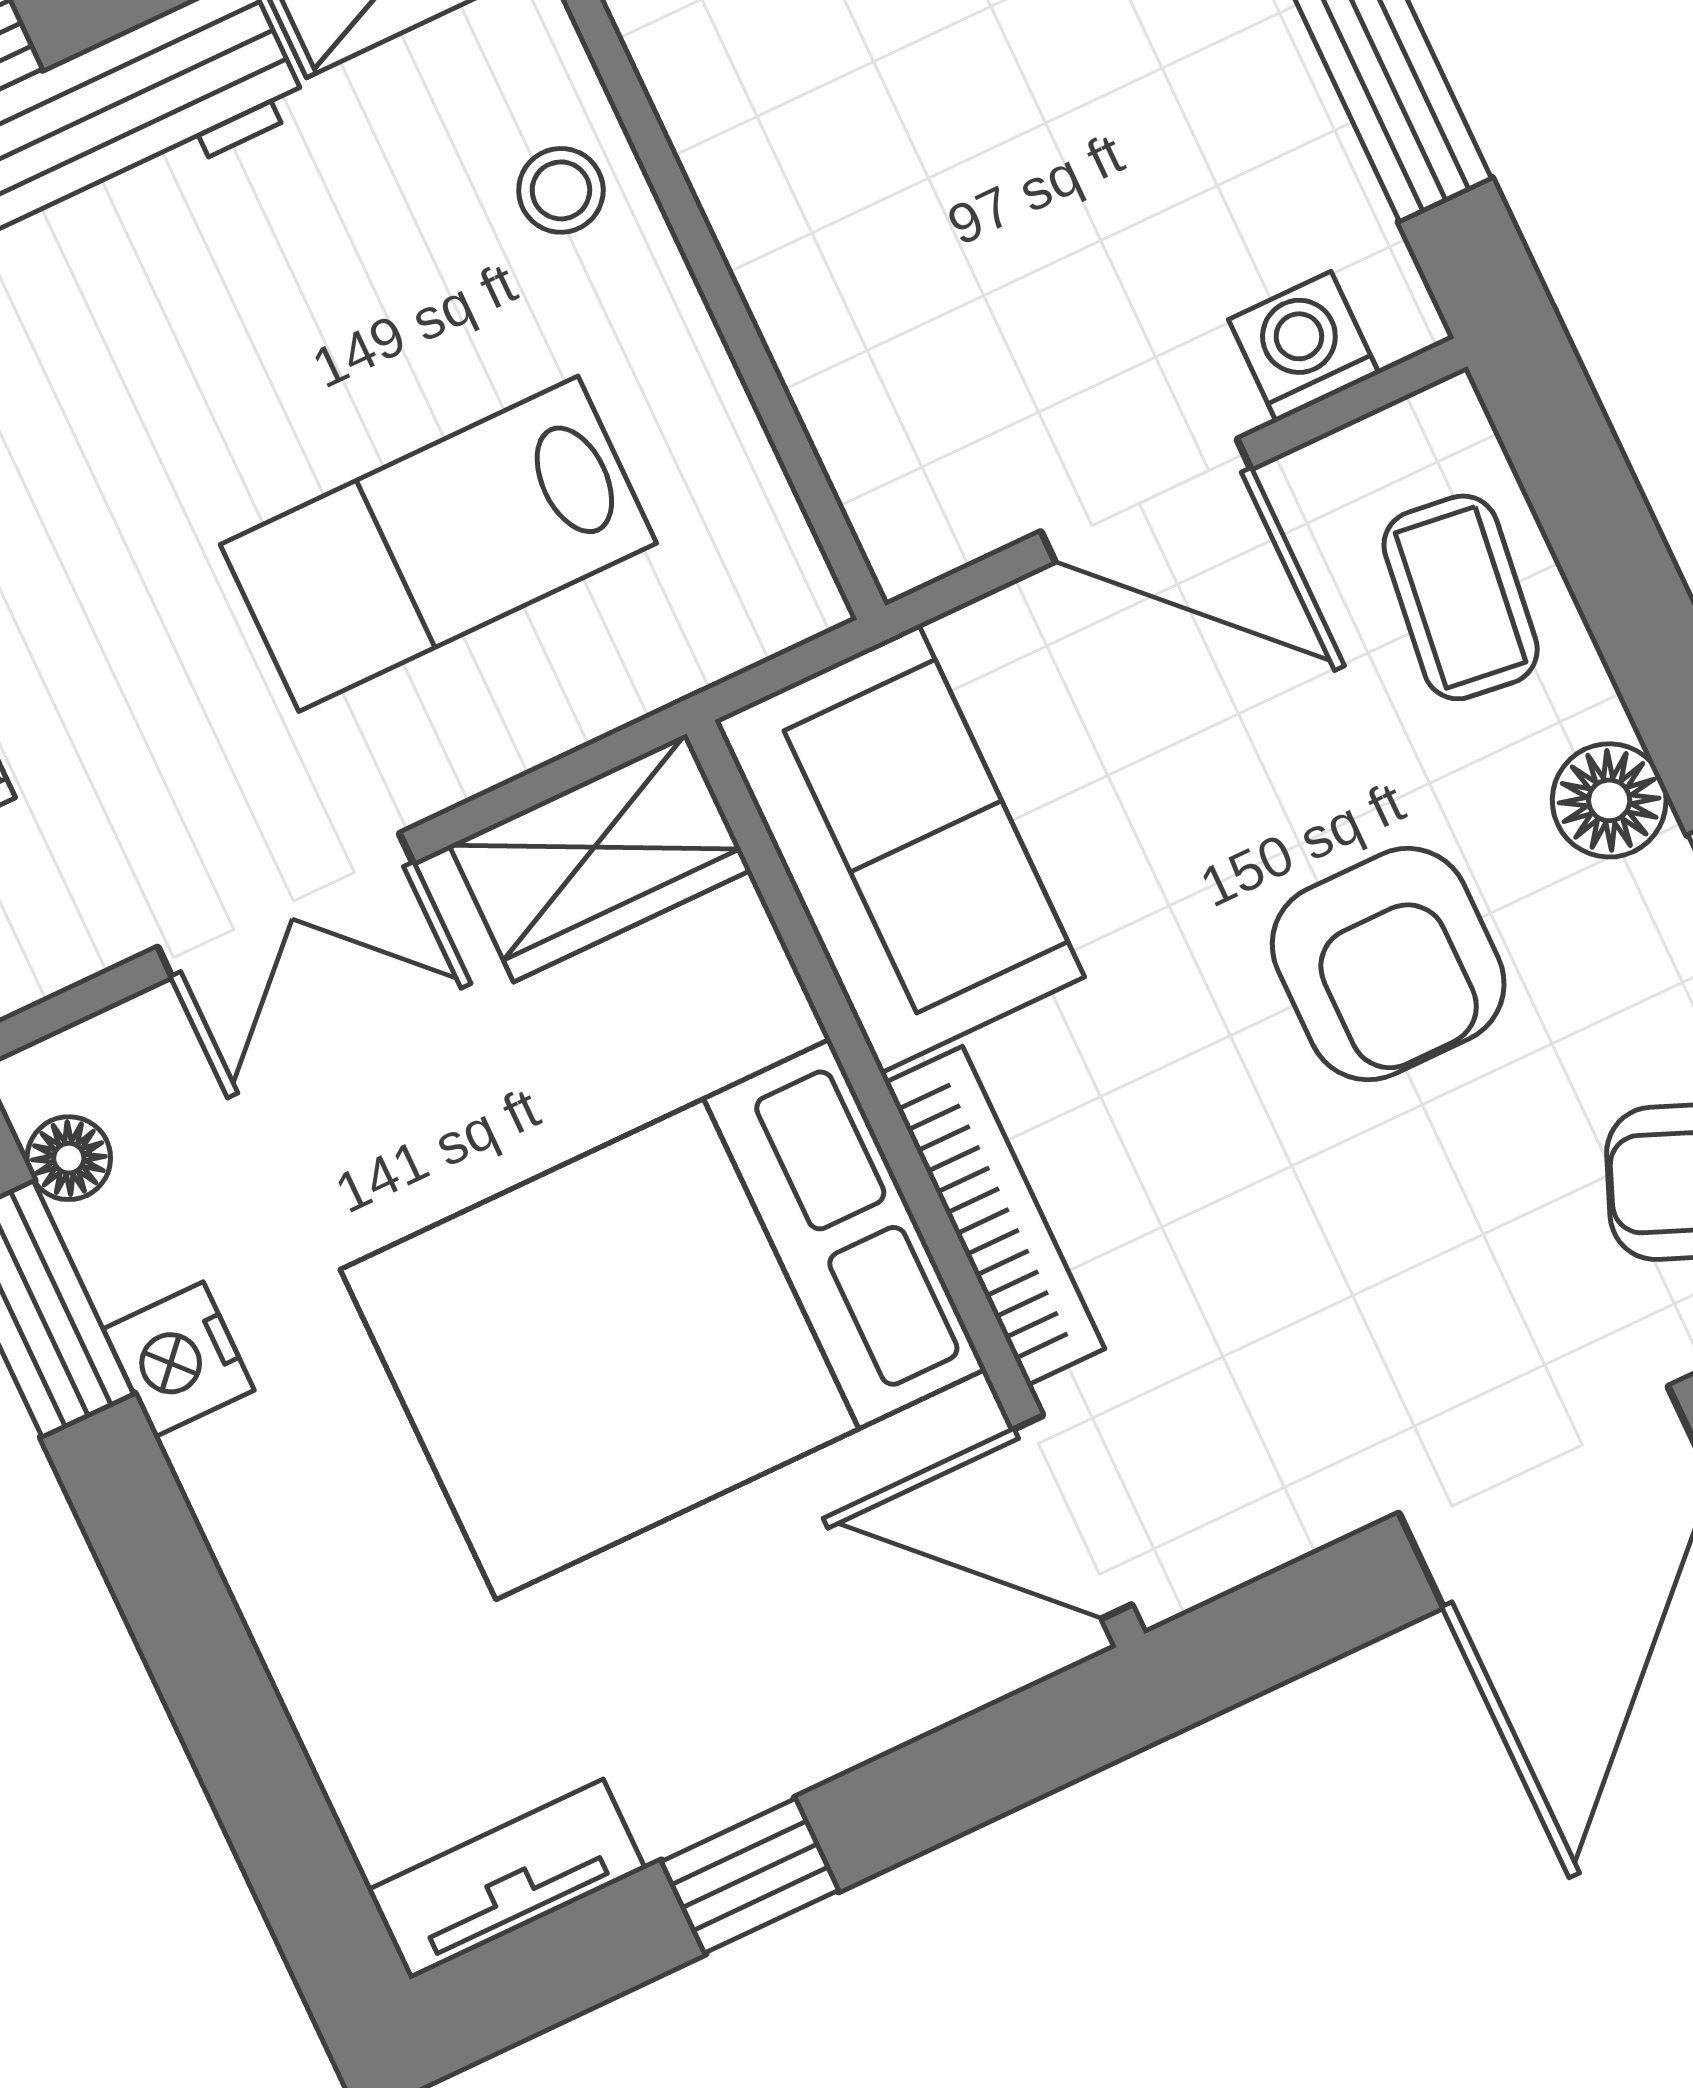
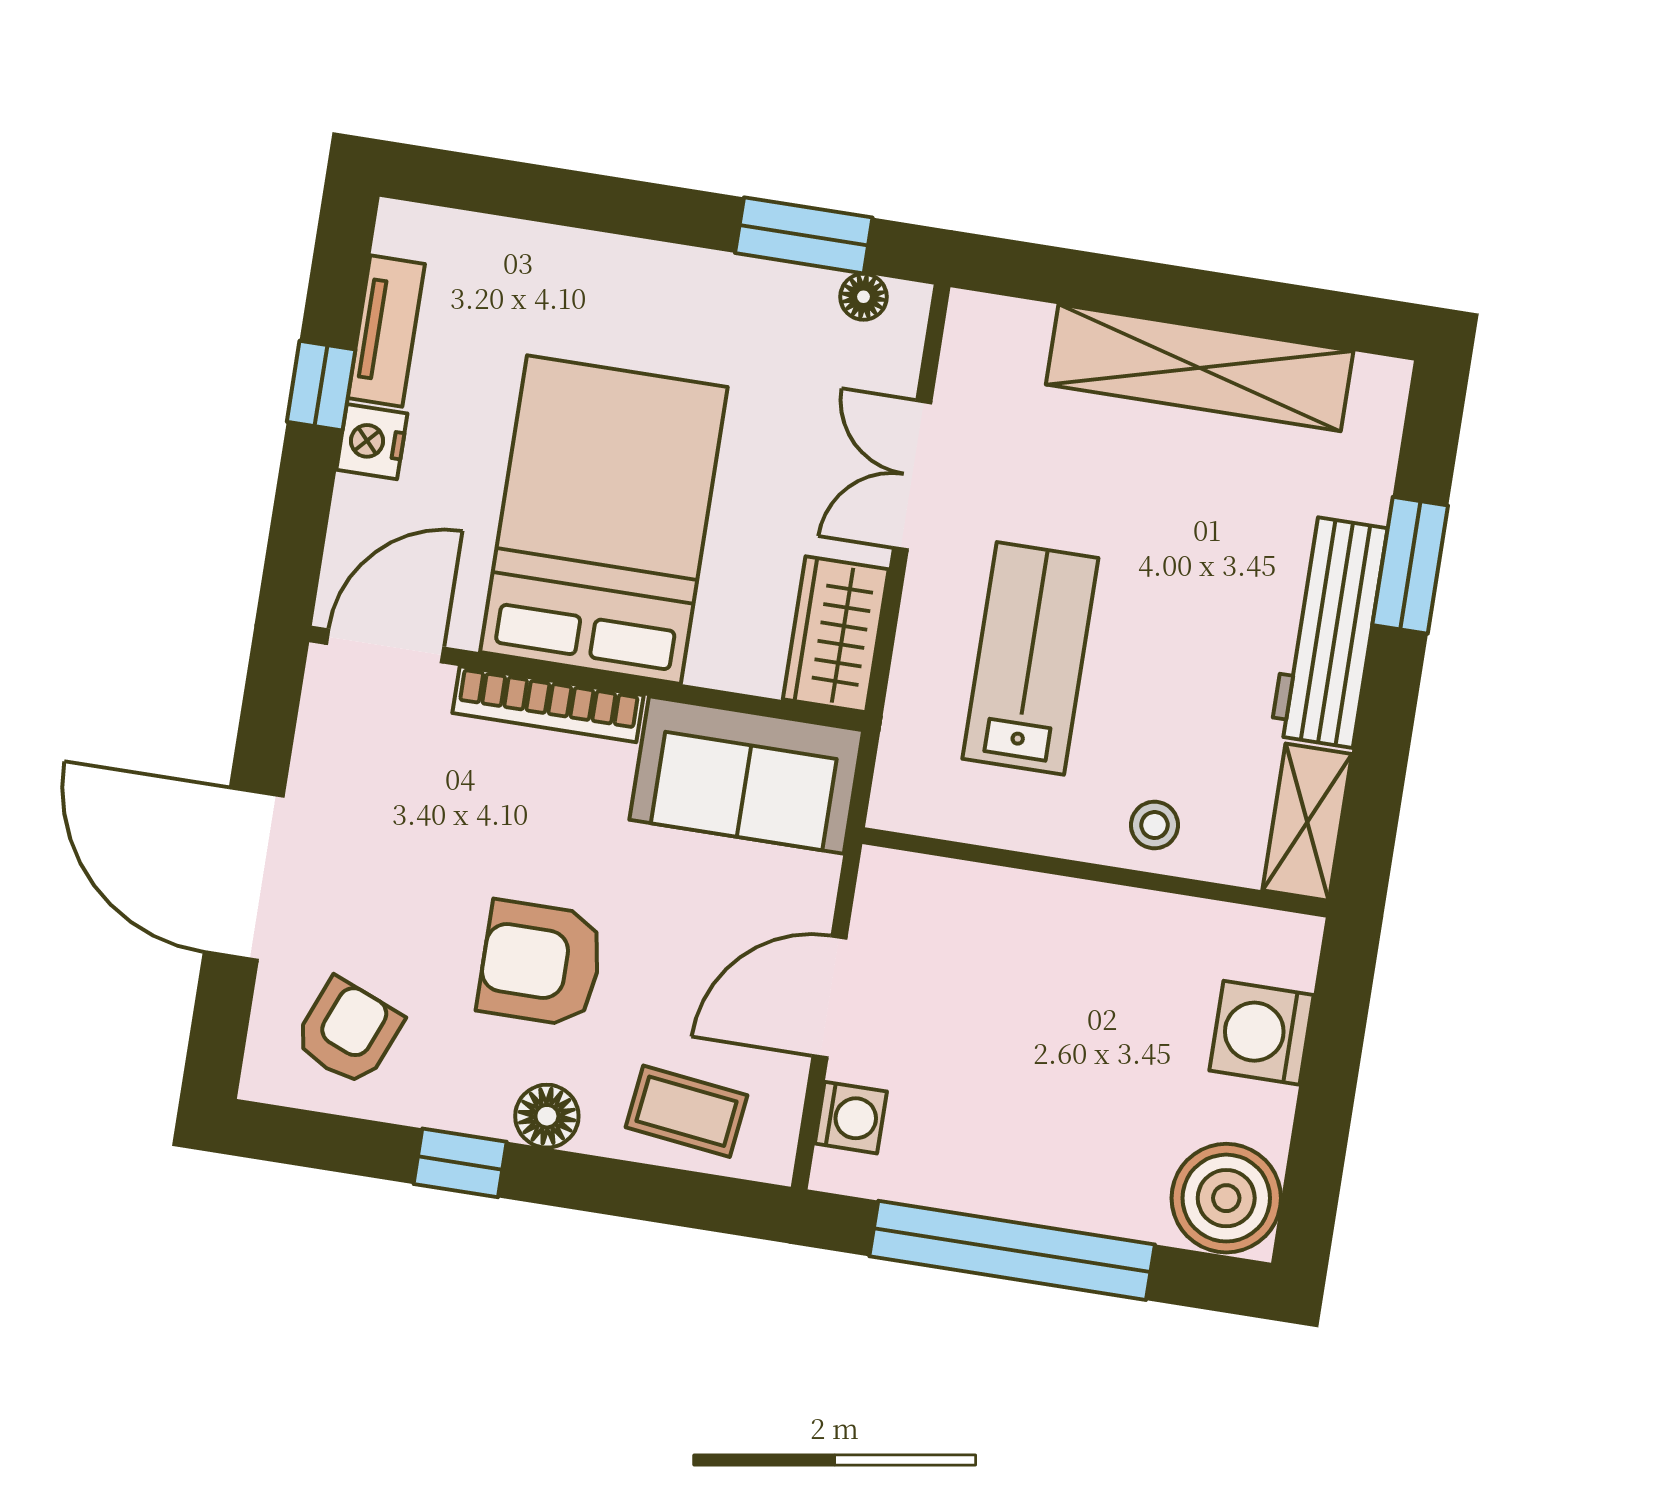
nightstand: (179, 1359) -> (372, 442), moved, turned -90
tv unit: (506, 1879) -> (386, 331), moved

